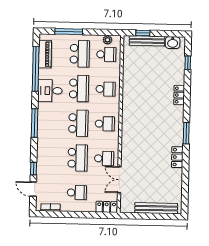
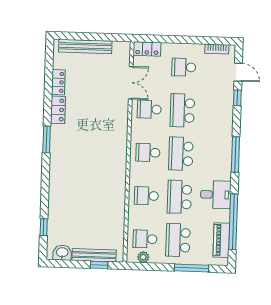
locker: (179, 95) -> (58, 82), moved

